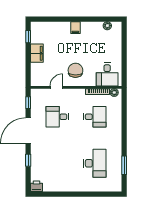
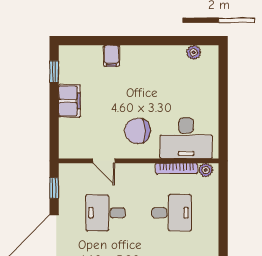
filing cabinet: (75, 28) -> (112, 56), moved
chair: (75, 70) -> (137, 131), turned -91
desk: (107, 74) -> (186, 138), width x1.37
door: (56, 87) -> (104, 161), swing flipped

